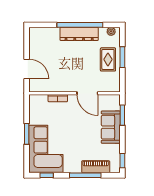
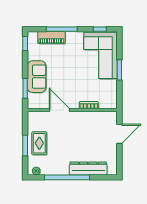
dresser: (79, 34) -> (88, 168), moved
door: (27, 69) -> (119, 134), swing flipped

